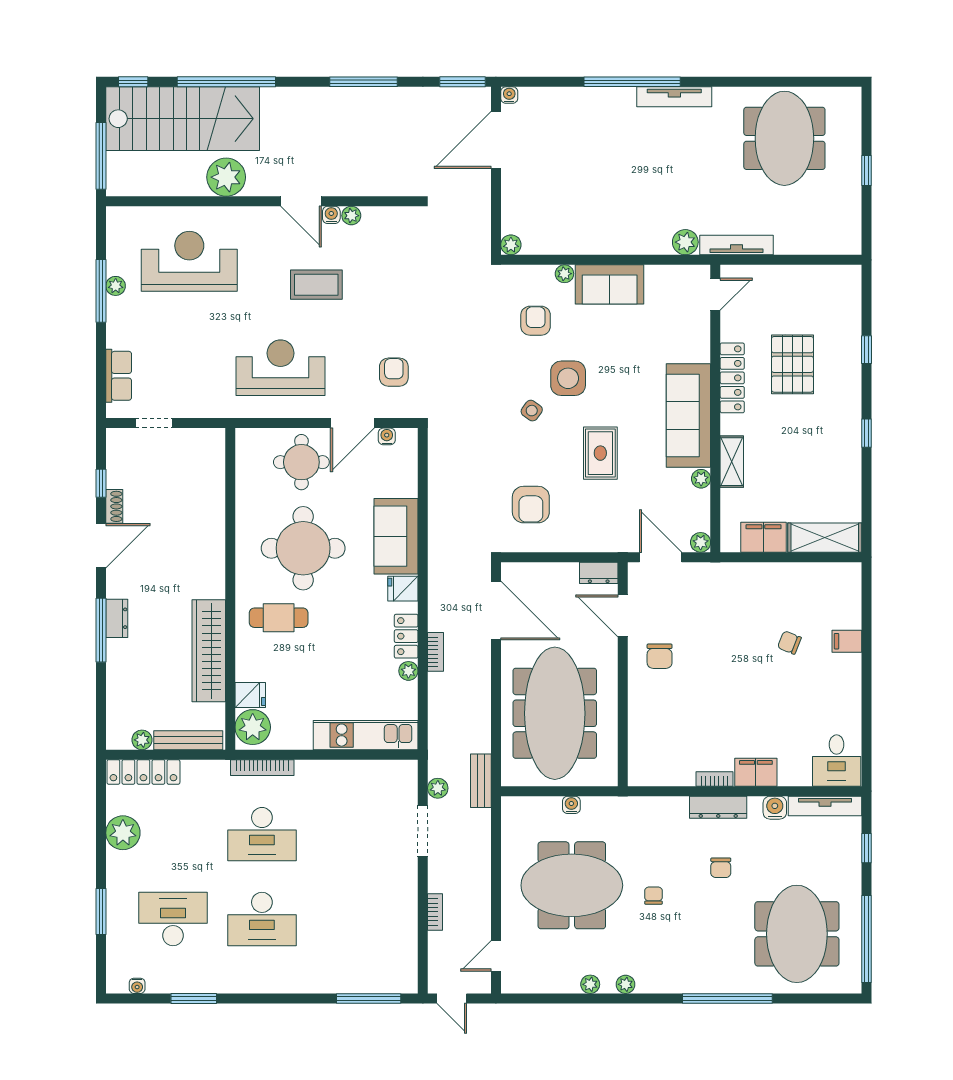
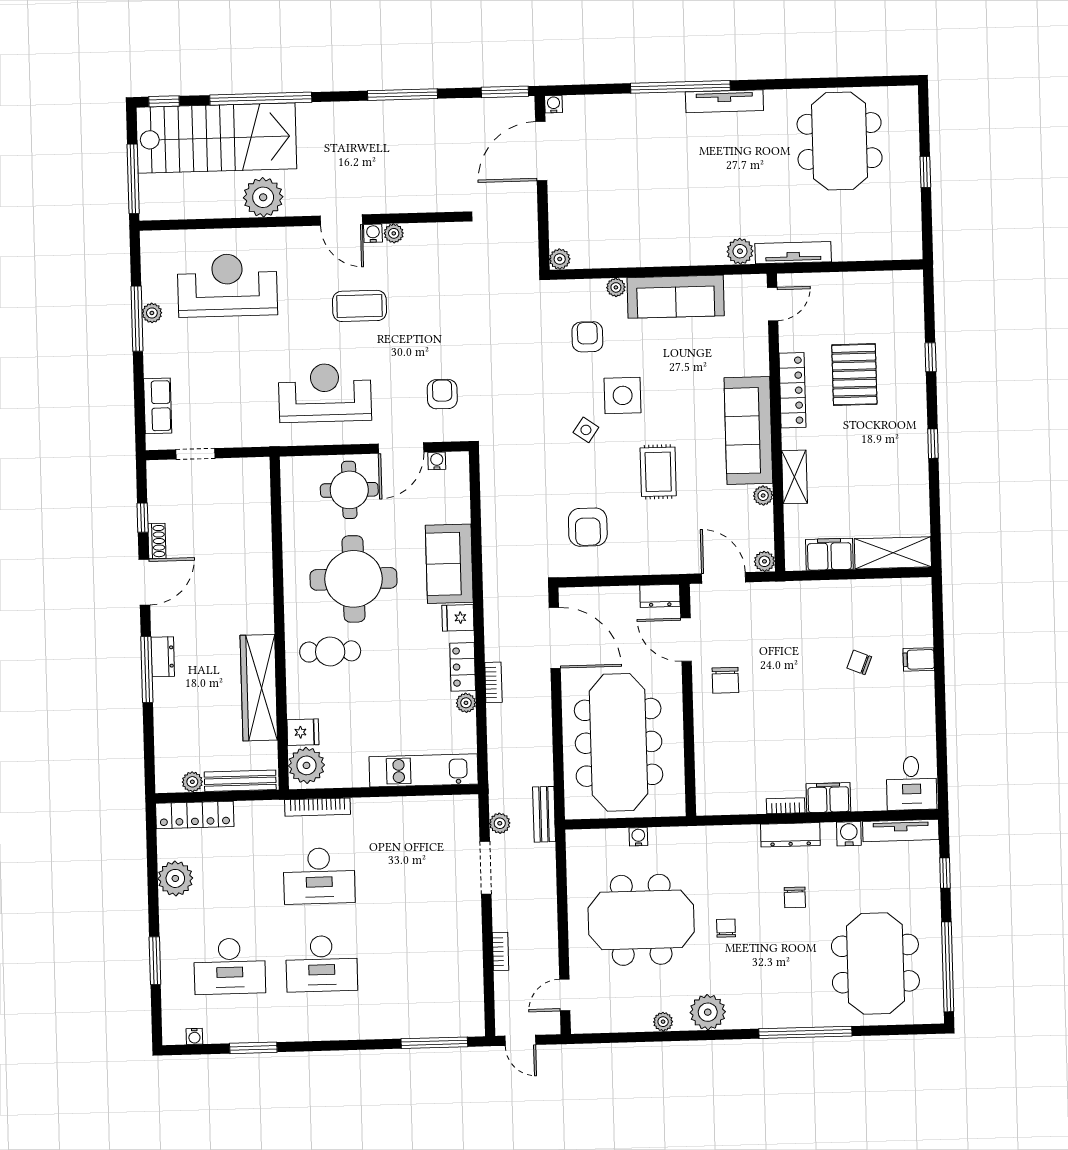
sofa: (610, 284) -> (676, 297), width x1.36
desk: (173, 919) -> (230, 966), turned 180
plant: (626, 984) -> (708, 1012), width x1.87, depth x1.87

